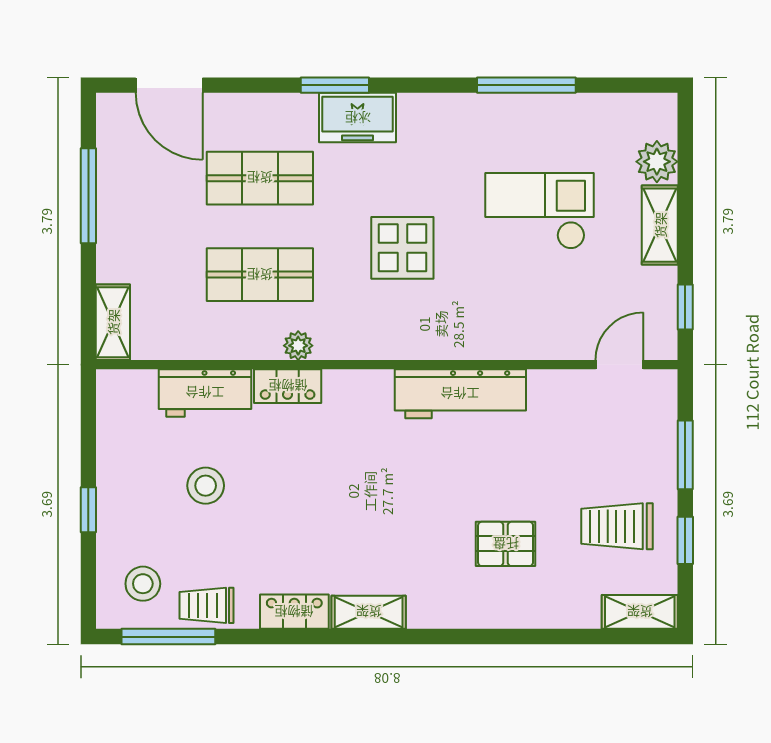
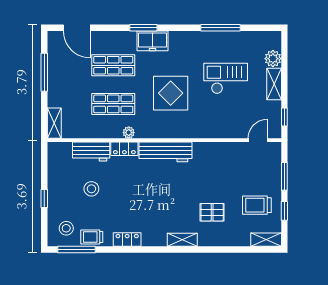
display table: (402, 248) -> (171, 93), width x1.36, depth x1.36
workbench: (460, 394) -> (165, 152), moved
shelving: (369, 612) -> (182, 240), moved

